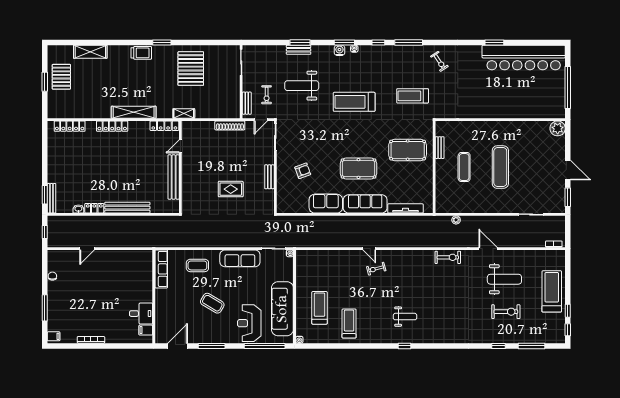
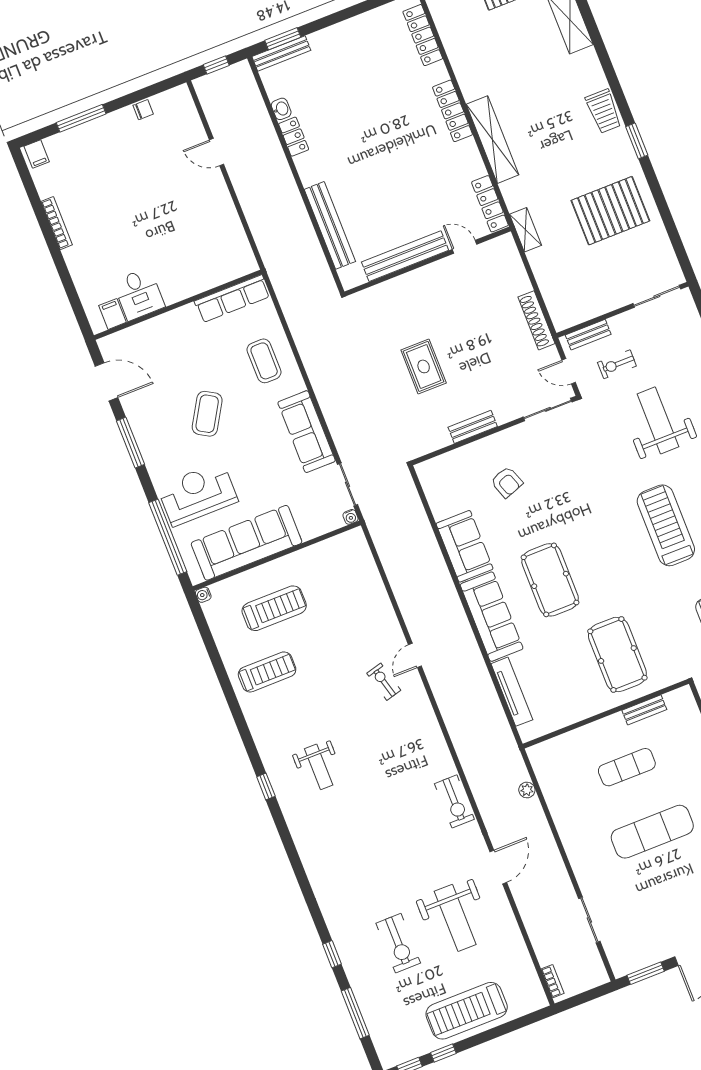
bench: (127, 208) -> (330, 225), moved
treadmill: (552, 291) -> (467, 1011), turned 180

